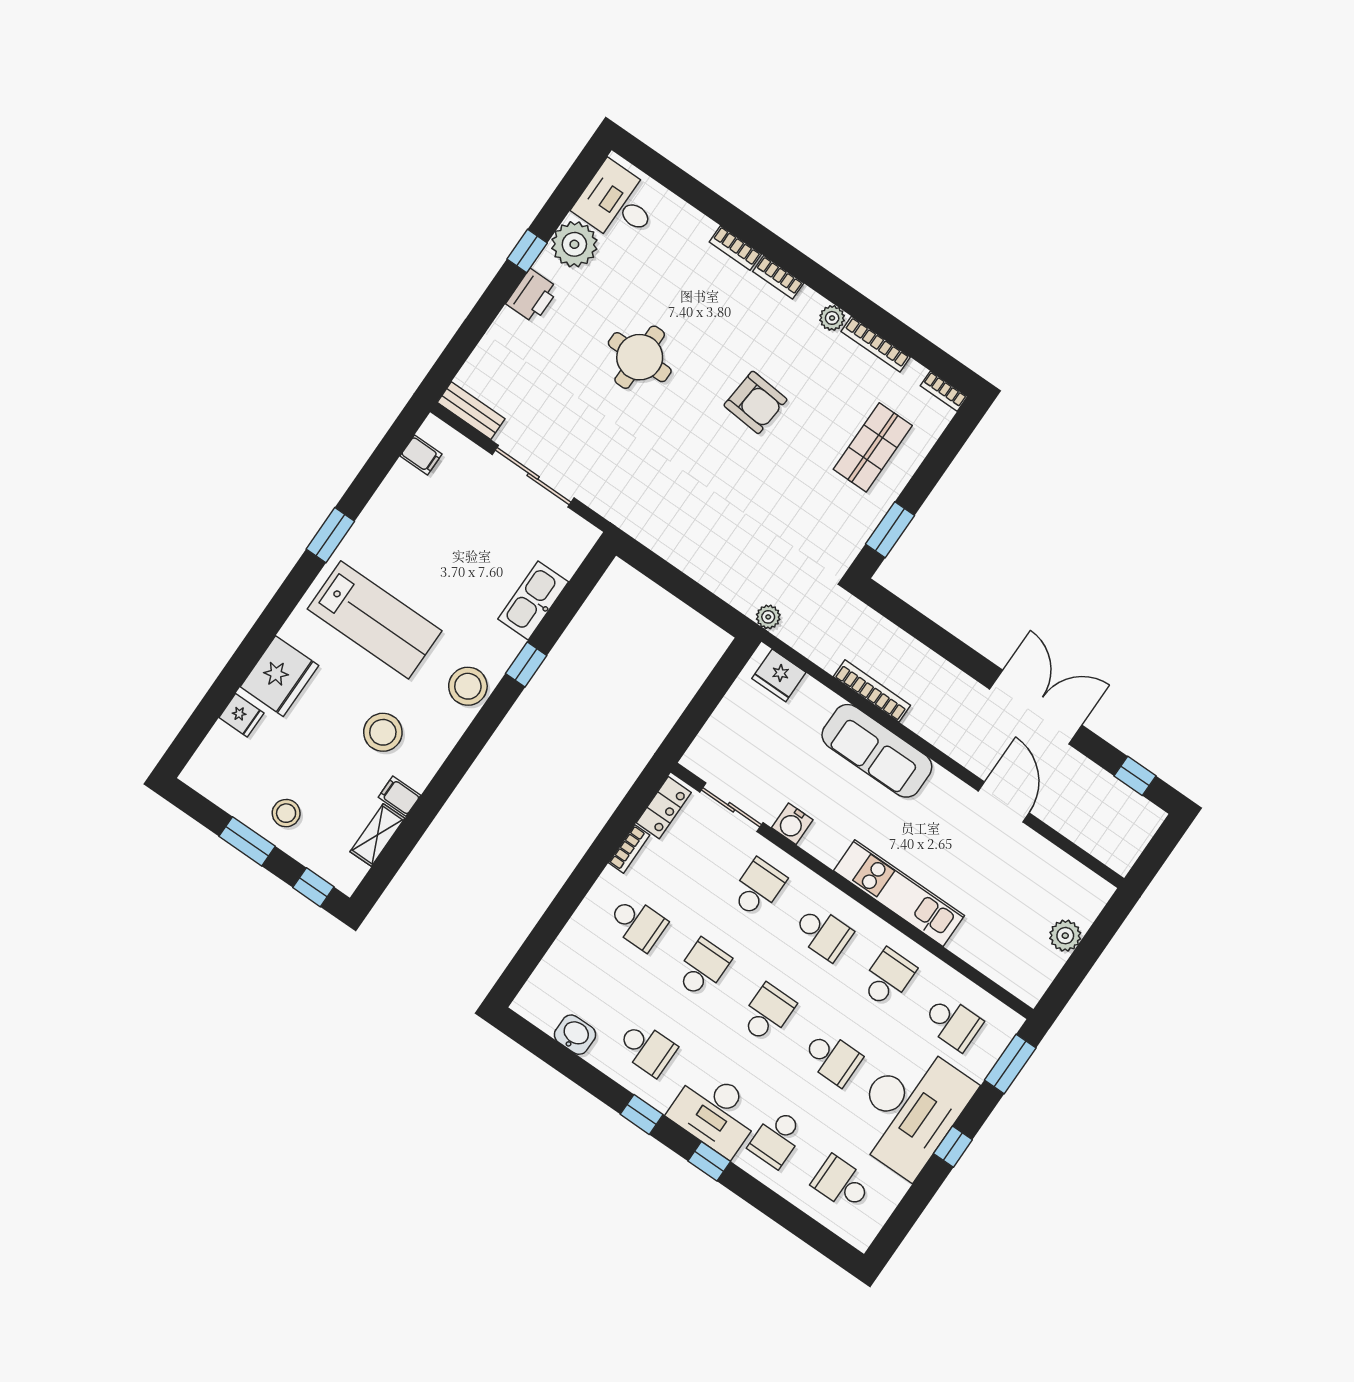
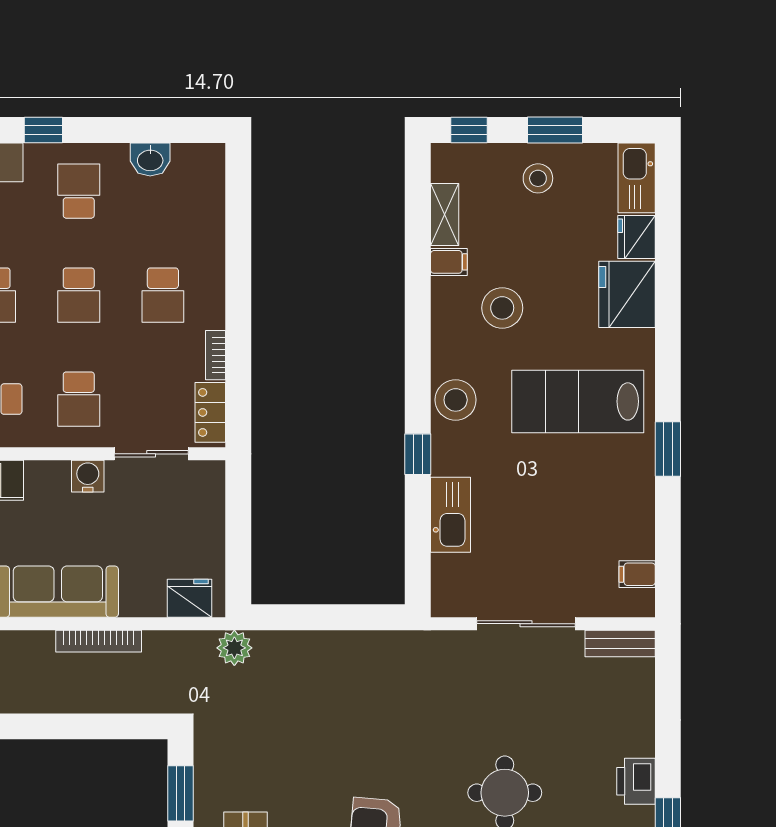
plant: (768, 617) -> (234, 648), width x1.38, depth x1.38
fridge: (241, 715) -> (636, 237), width x1.38
kitchen sink: (210, 761) -> (637, 178), added
school desk: (638, 923) -> (163, 295), turned -90
school desk: (647, 1048) -> (79, 191), turned 90

